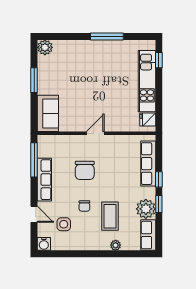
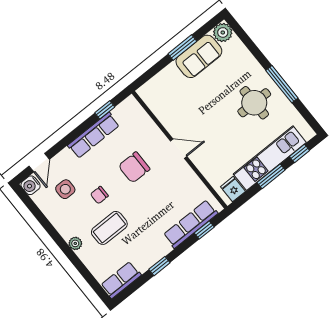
round table: (105, 63) -> (254, 103), added
window: (159, 89) -> (271, 176), added
sofa: (48, 113) -> (199, 56), moved
window: (34, 160) -> (105, 110), width x0.46
window: (159, 179) -> (204, 230), moved
plant: (146, 209) -> (145, 257), removed
door: (34, 214) -> (39, 163), moved
plant: (116, 245) -> (75, 243), moved

